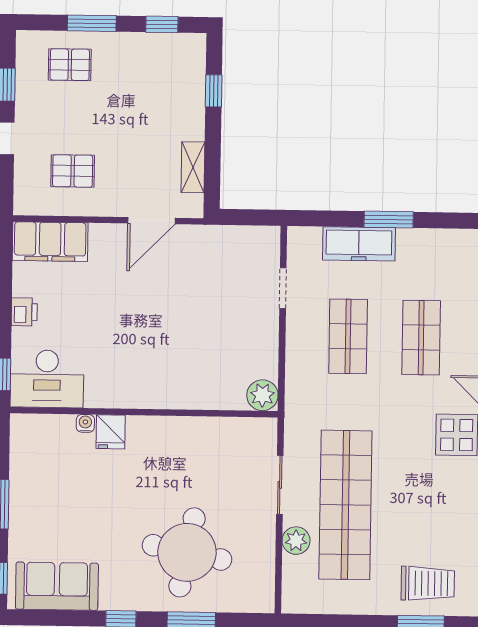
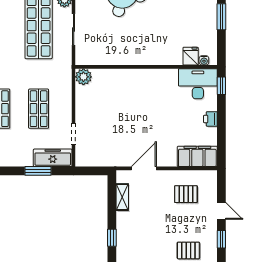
window: (389, 220) -> (38, 171), moved
freezer: (359, 244) -> (53, 158), moved
water cooler: (85, 423) -> (204, 60), moved
fridge: (111, 432) -> (191, 56), moved

